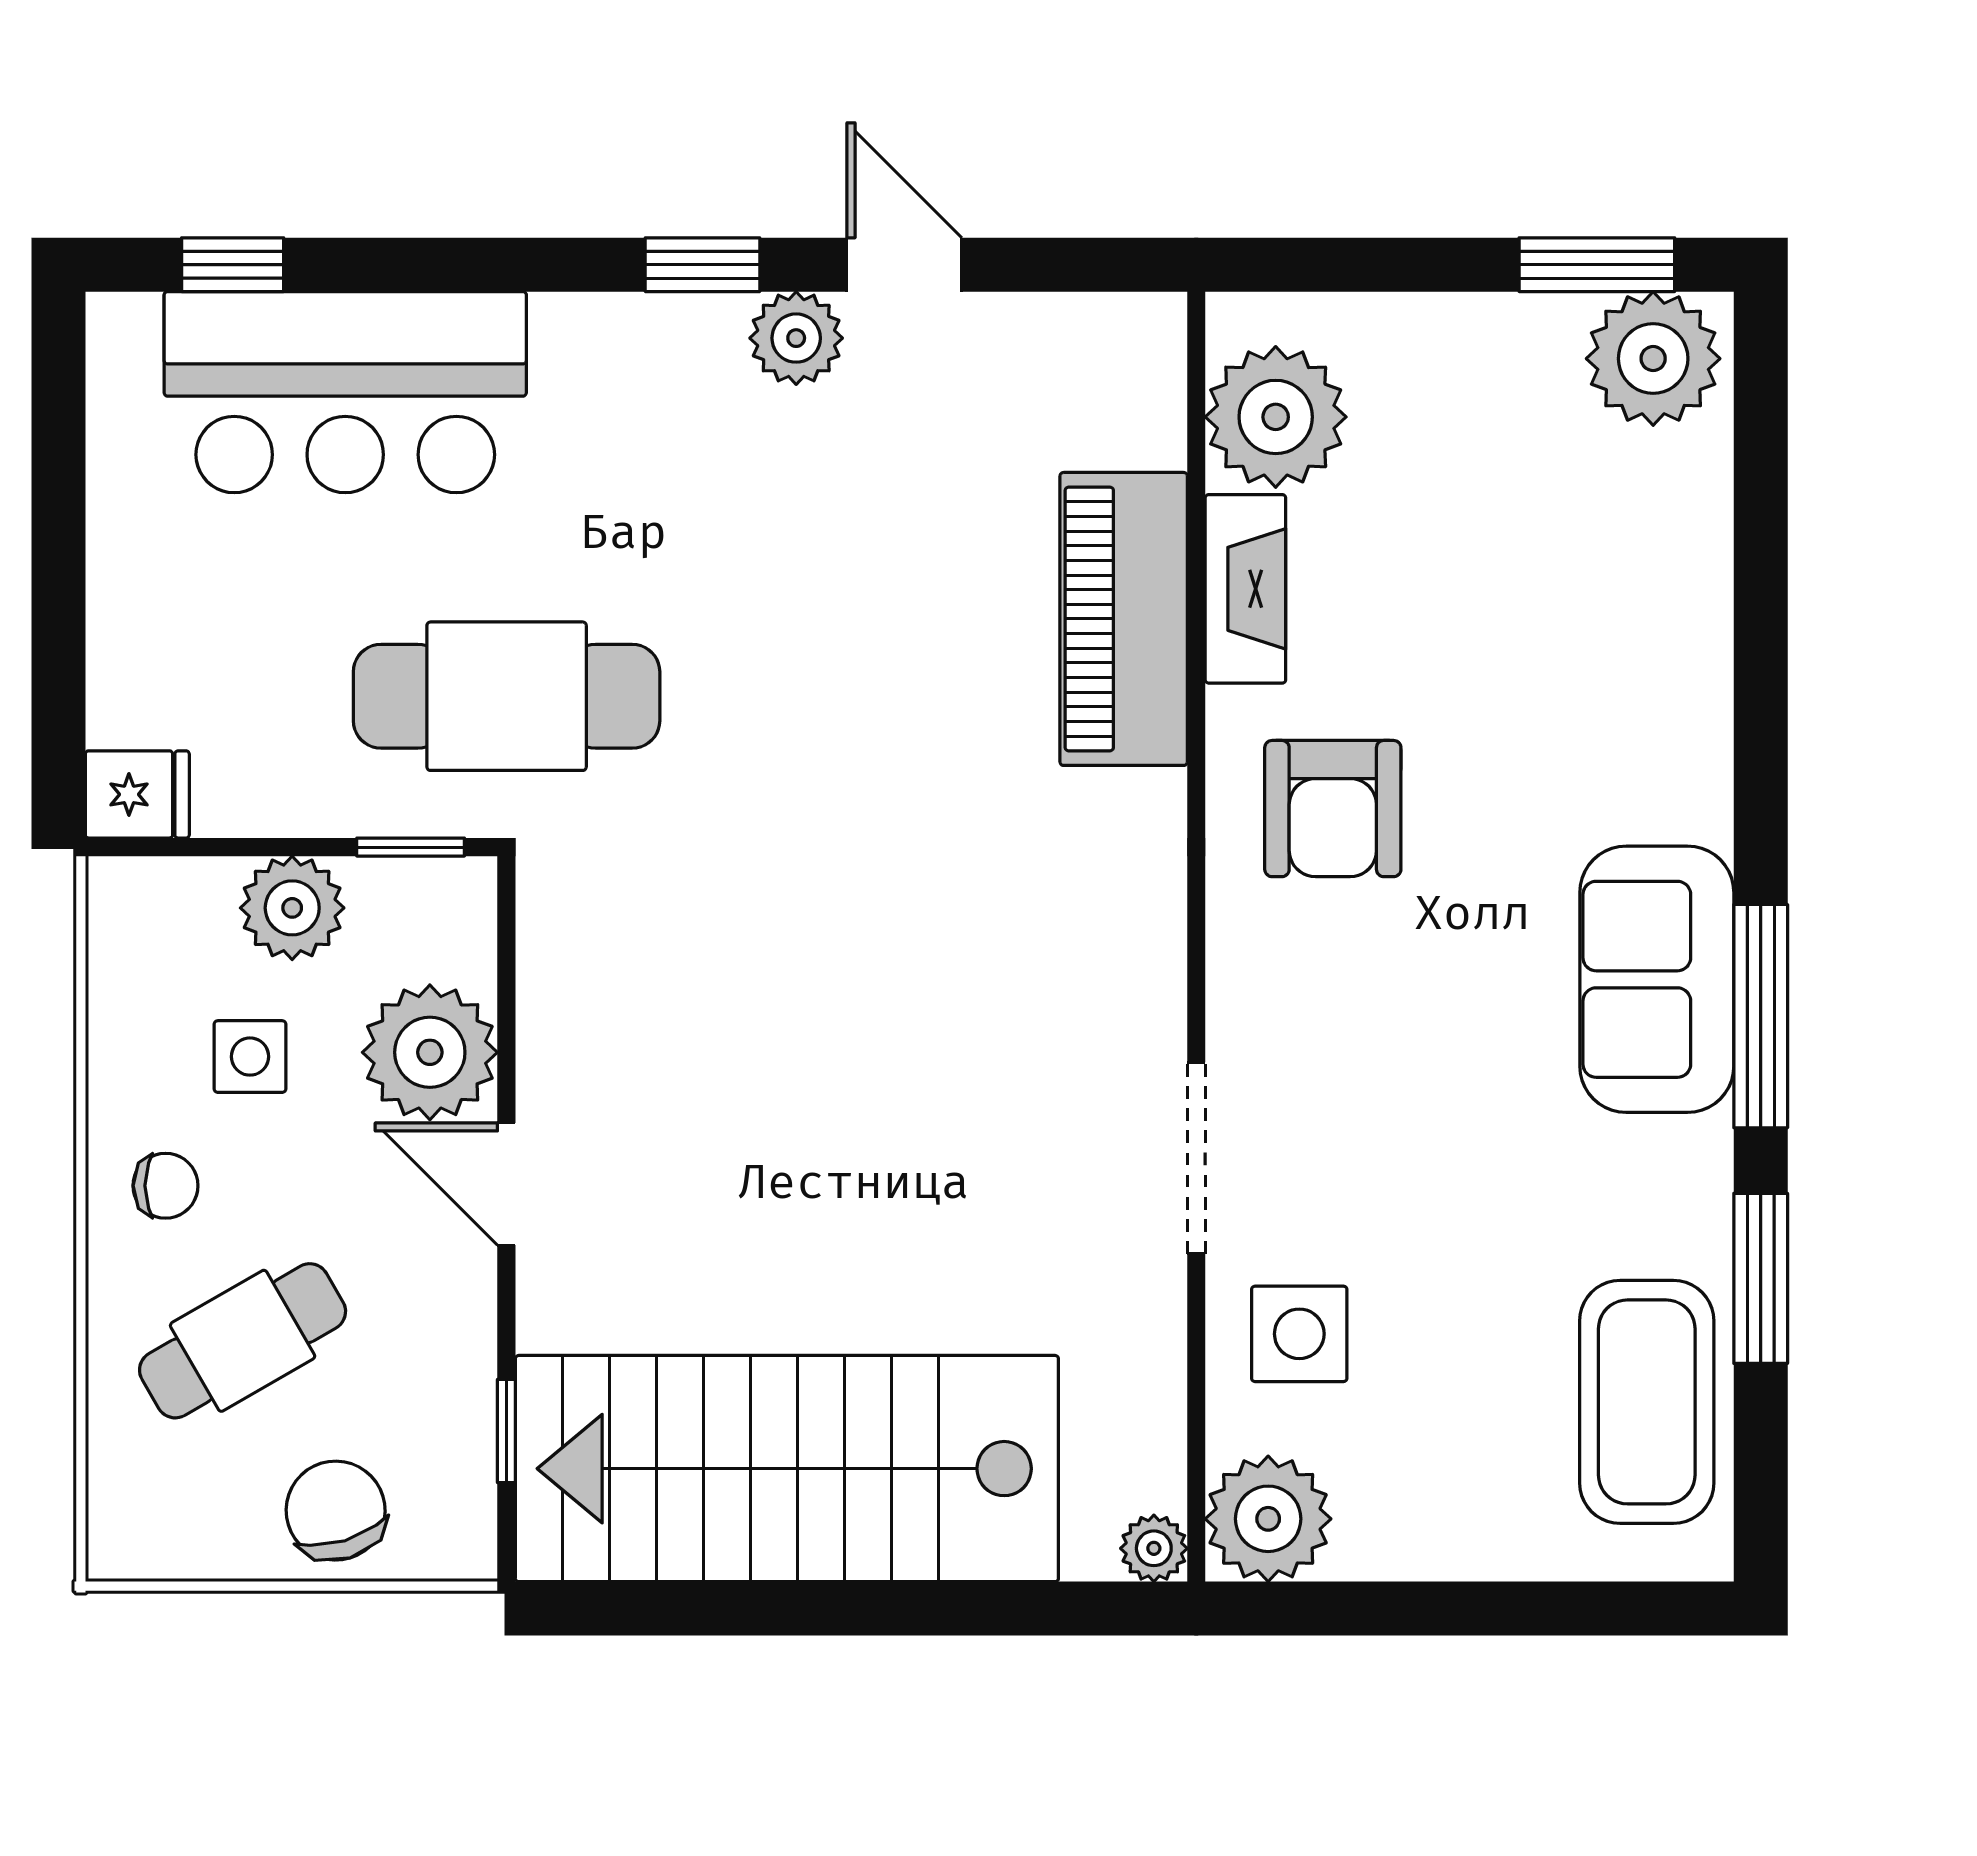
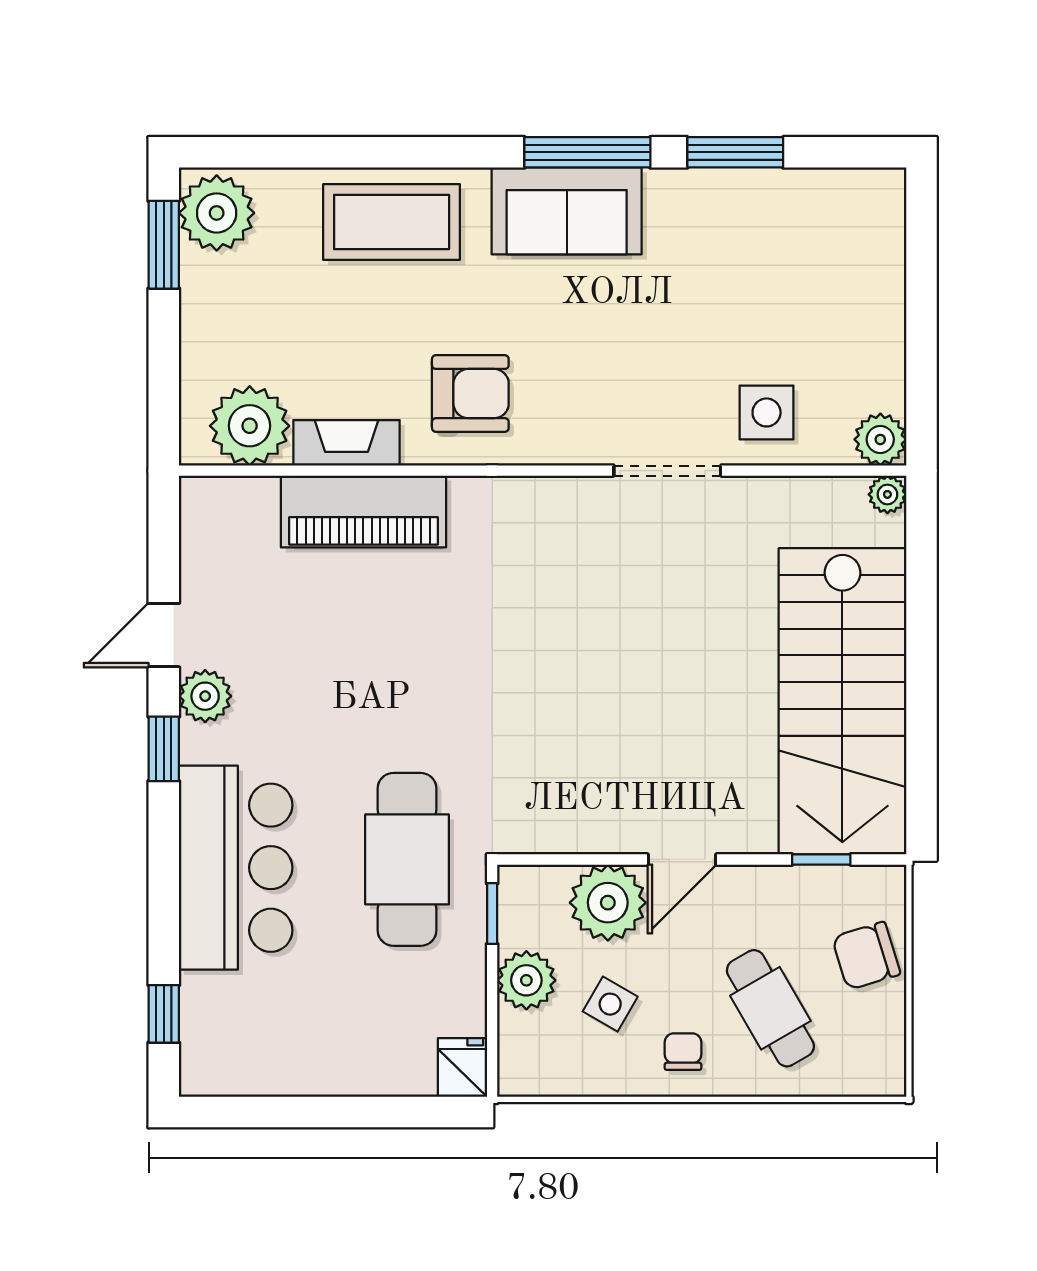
bar counter: (345, 392) -> (236, 868), moved
side table: (250, 1057) -> (610, 1004), turned 30
coffee table: (1647, 1402) -> (392, 222), moved
plant: (1268, 1519) -> (880, 439), width x0.73, depth x0.73

